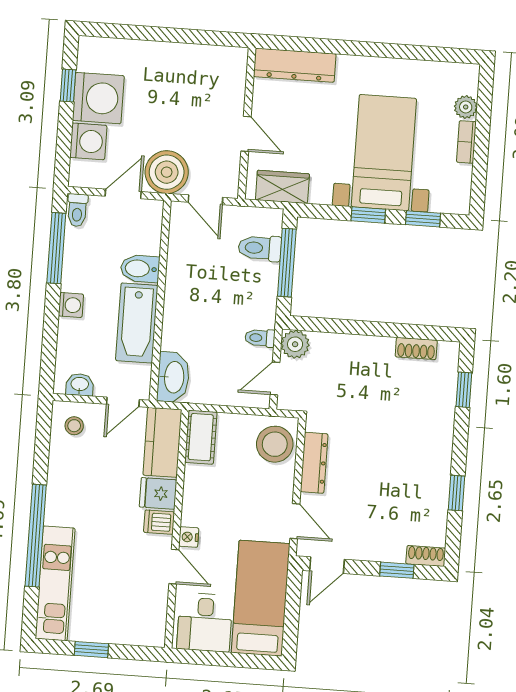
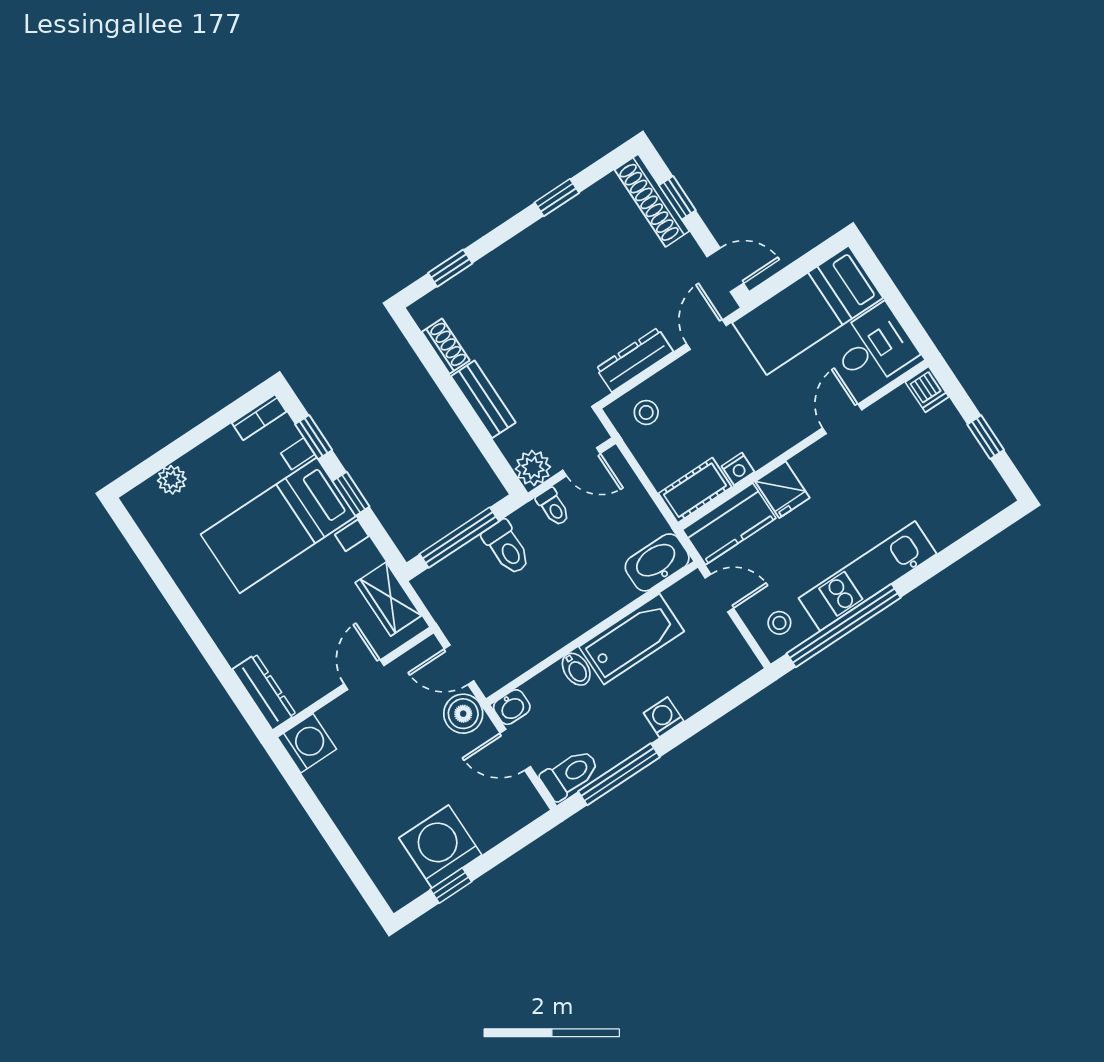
dresser: (295, 65) -> (264, 692), width x0.73, depth x0.80
washing machine: (88, 141) -> (307, 743), moved, turned 90
bookcase: (466, 142) -> (259, 417), moved
boiler: (167, 172) -> (463, 714), width x0.73, depth x0.73
door: (205, 200) -> (459, 665), swing flipped
toilet: (77, 210) -> (570, 774), width x1.37, depth x1.39
toilet: (260, 248) -> (507, 548), moved
bidet: (140, 269) -> (576, 669), width x0.72, depth x0.74
bench: (364, 346) -> (483, 399), added
washbasin: (80, 385) -> (512, 707), moved, turned -90
stool: (275, 444) -> (646, 412), width x0.53, depth x0.53
dishwasher: (159, 522) -> (927, 389), moved
window: (36, 536) -> (844, 626), moved
nightstand: (189, 537) -> (738, 469), moved
shoe rack: (426, 556) -> (652, 200), width x1.94, depth x1.24
kitchen unit: (55, 583) -> (868, 576), moved

